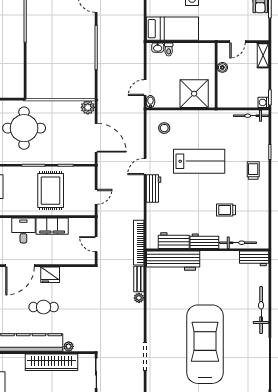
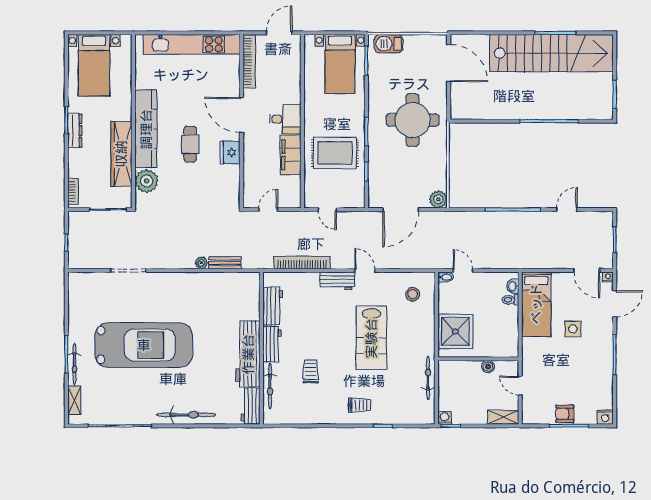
bicycle: (251, 116) -> (428, 378), moved
bookcase: (139, 243) -> (302, 263), moved
workbench: (173, 261) -> (248, 354), moved
plant: (69, 346) -> (147, 181), width x1.88, depth x1.88

